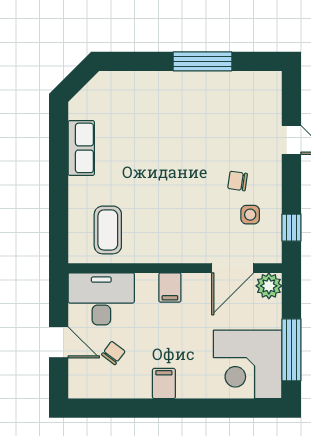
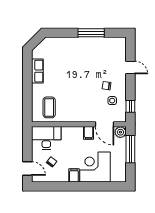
door: (233, 268) -> (104, 124), hinge flipped
filing cabinet: (170, 288) -> (89, 133), moved
door: (59, 342) -> (27, 168), moved
window: (291, 350) -> (130, 149), moved
corner desk: (248, 364) -> (95, 167), moved, turned 90

